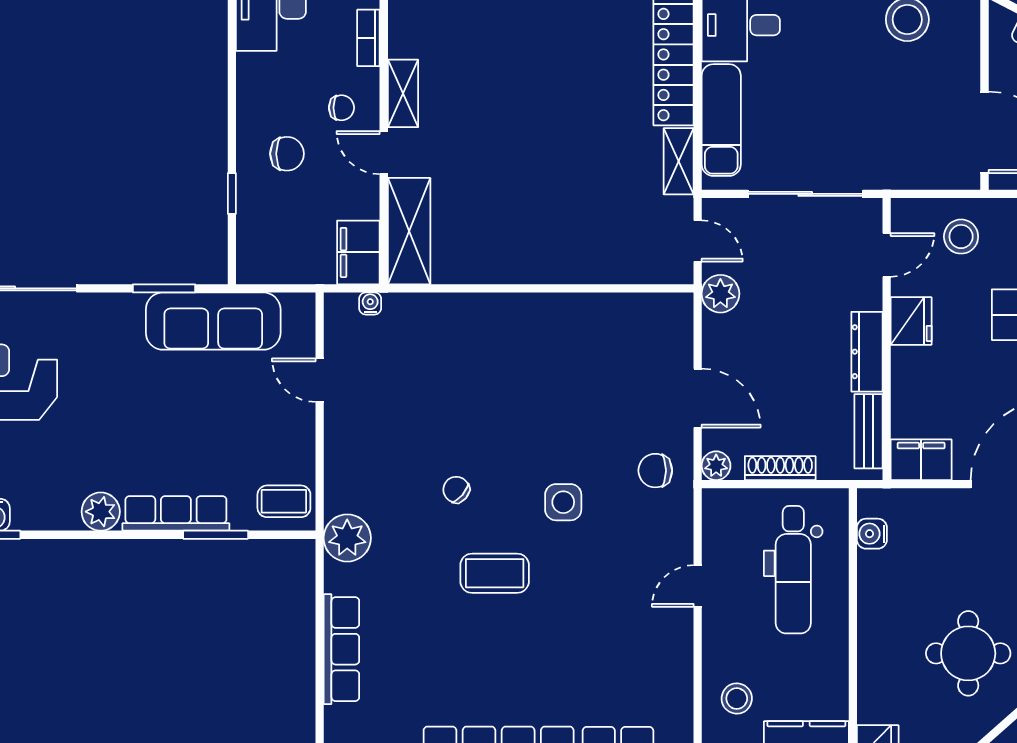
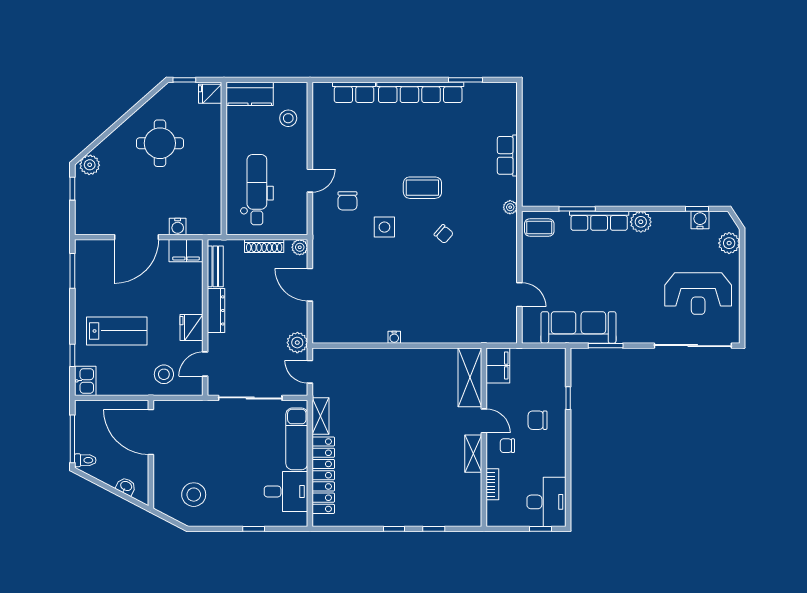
water cooler: (370, 303) -> (394, 337), moved
chair: (655, 471) -> (347, 201), moved, turned 90
water cooler: (872, 534) -> (178, 226), moved, turned 90
plant: (347, 538) -> (510, 207), width x0.53, depth x0.53
row of seats: (341, 649) -> (507, 155), width x0.68

